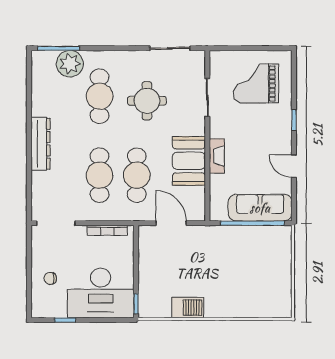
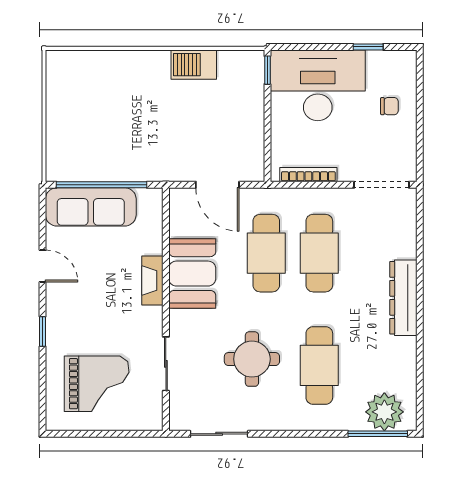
plant: (70, 64) -> (384, 412), moved

